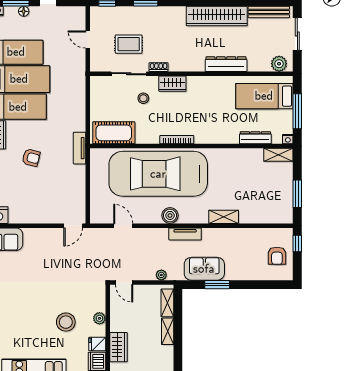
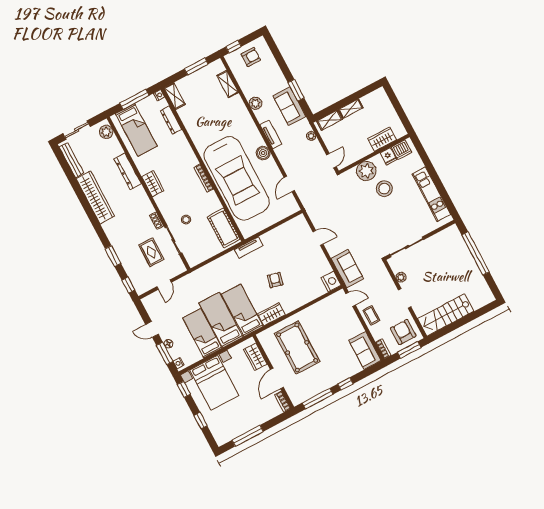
wardrobe: (172, 84) -> (153, 184), moved
shelving: (224, 217) -> (228, 84), moved
door: (73, 226) -> (318, 238), moved
plant: (226, 235) -> (255, 103), added
plant: (99, 318) -> (366, 171), width x1.88, depth x1.88

